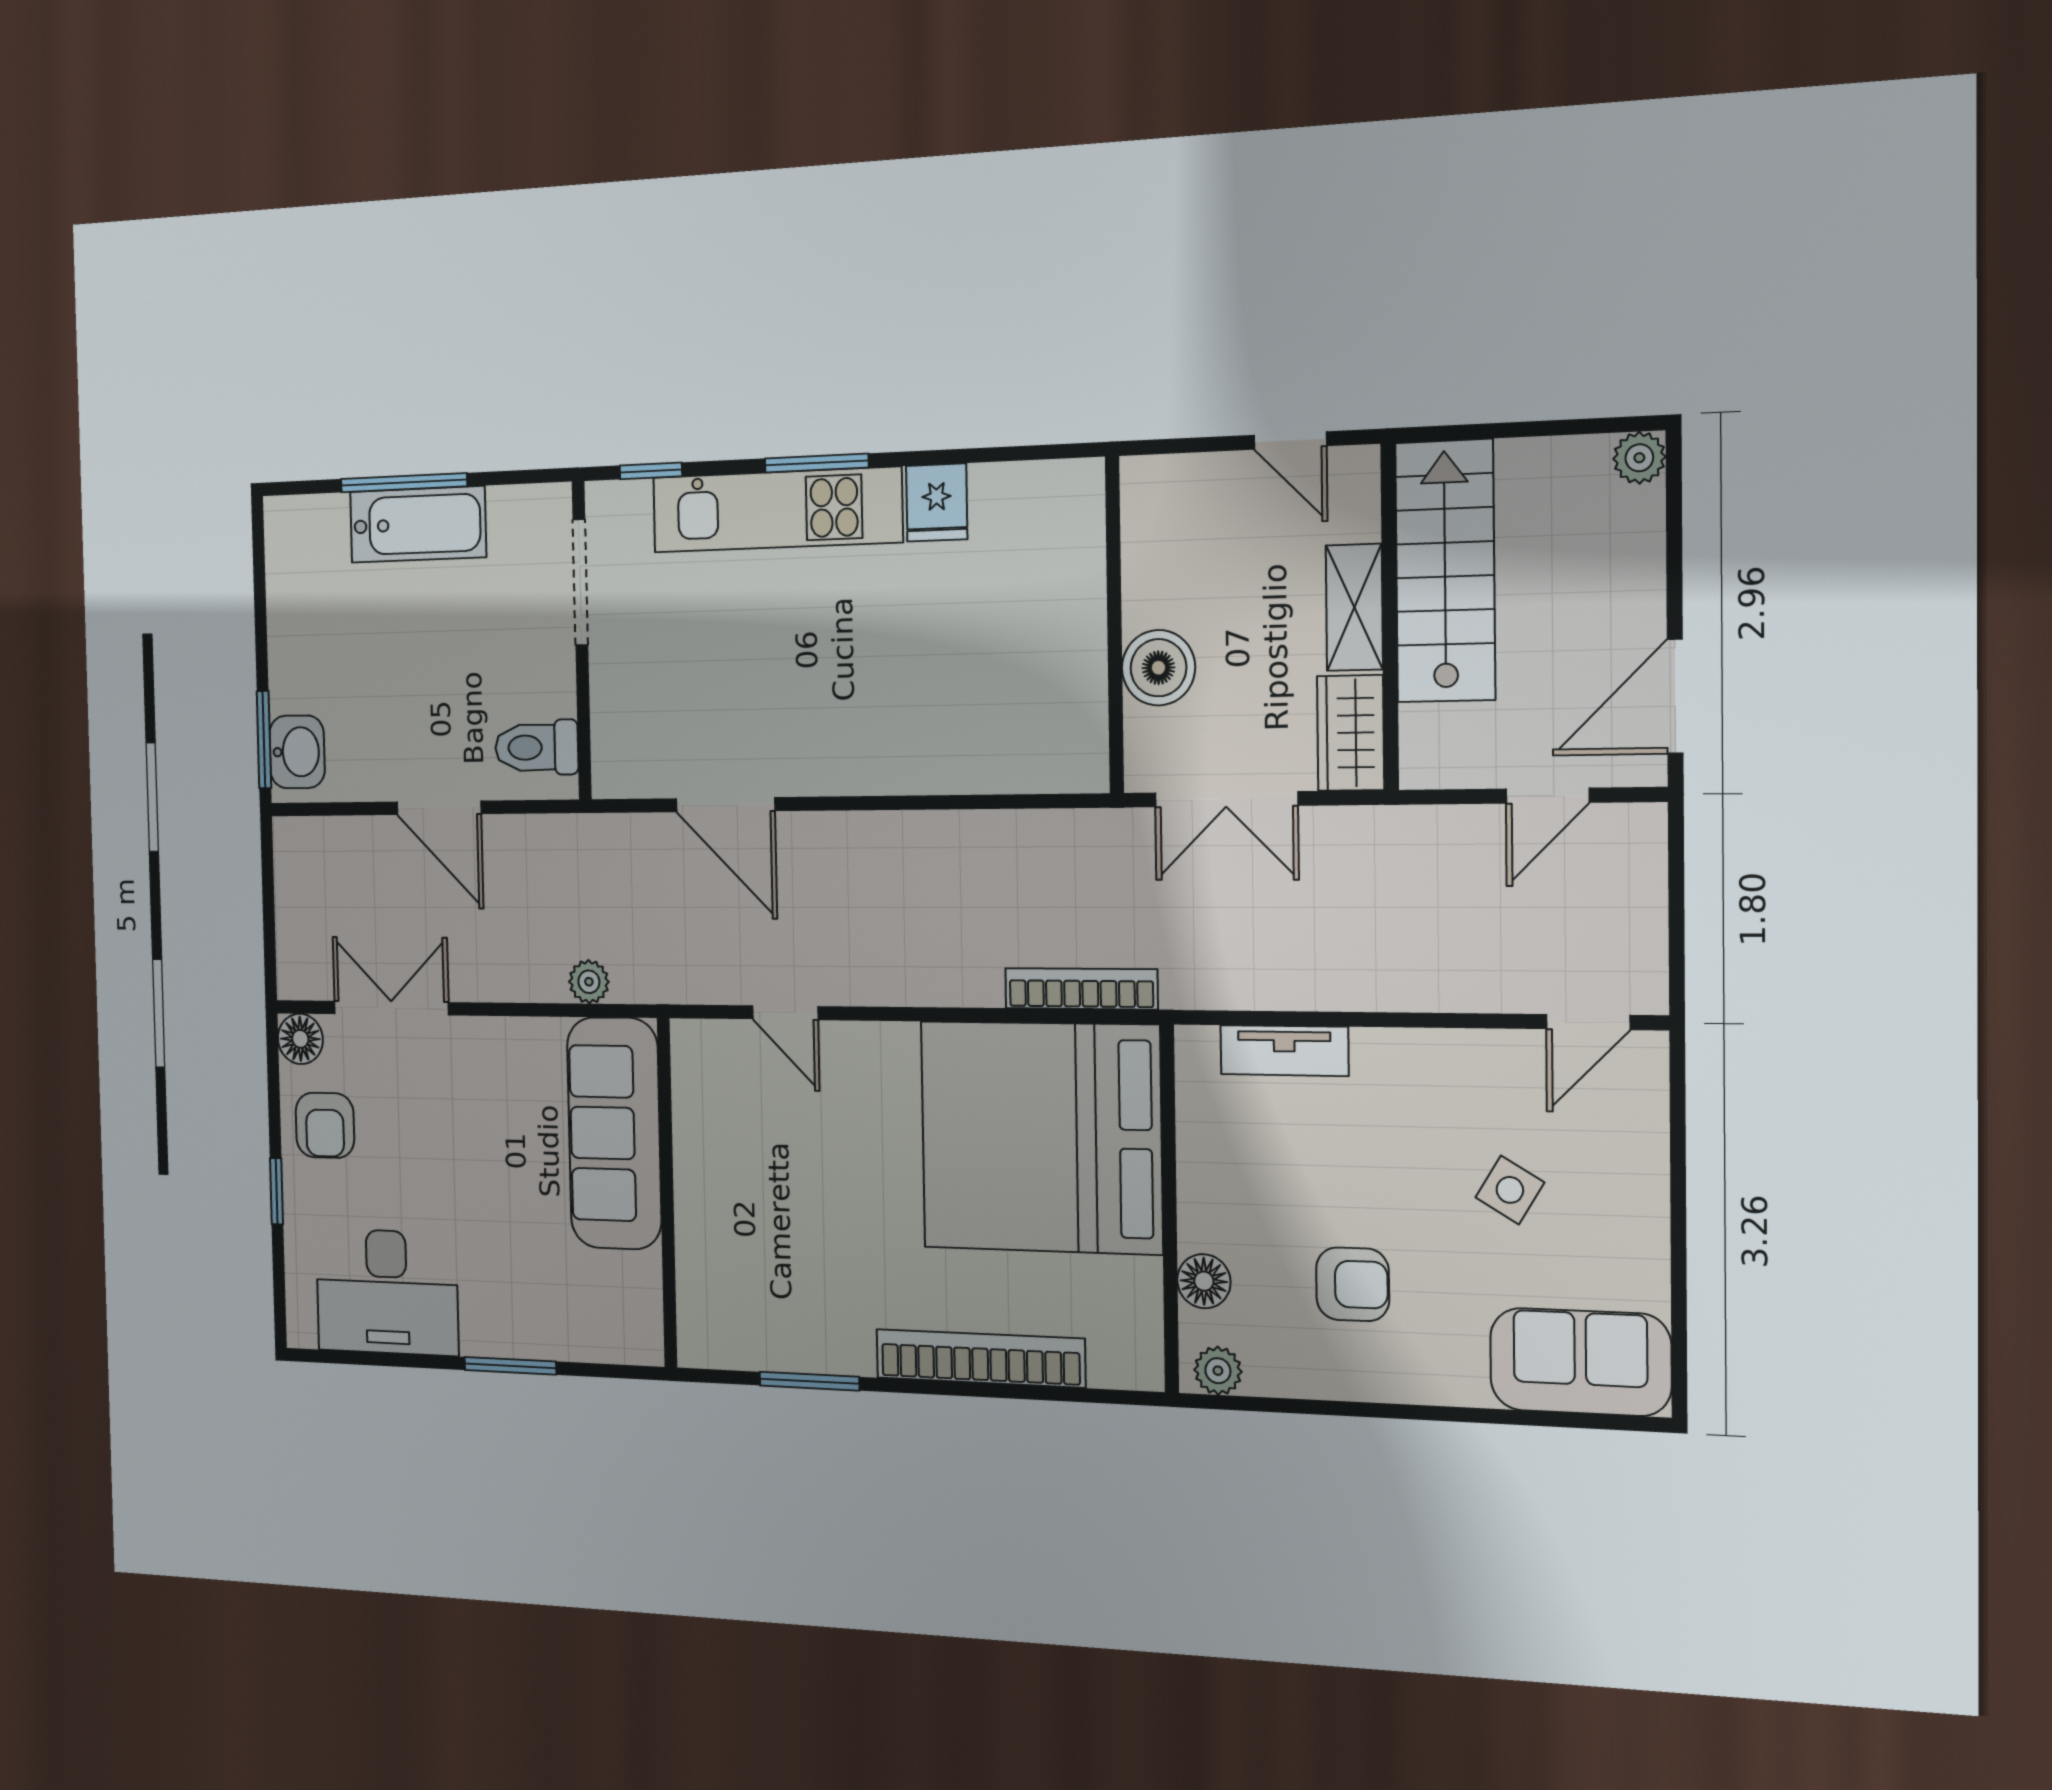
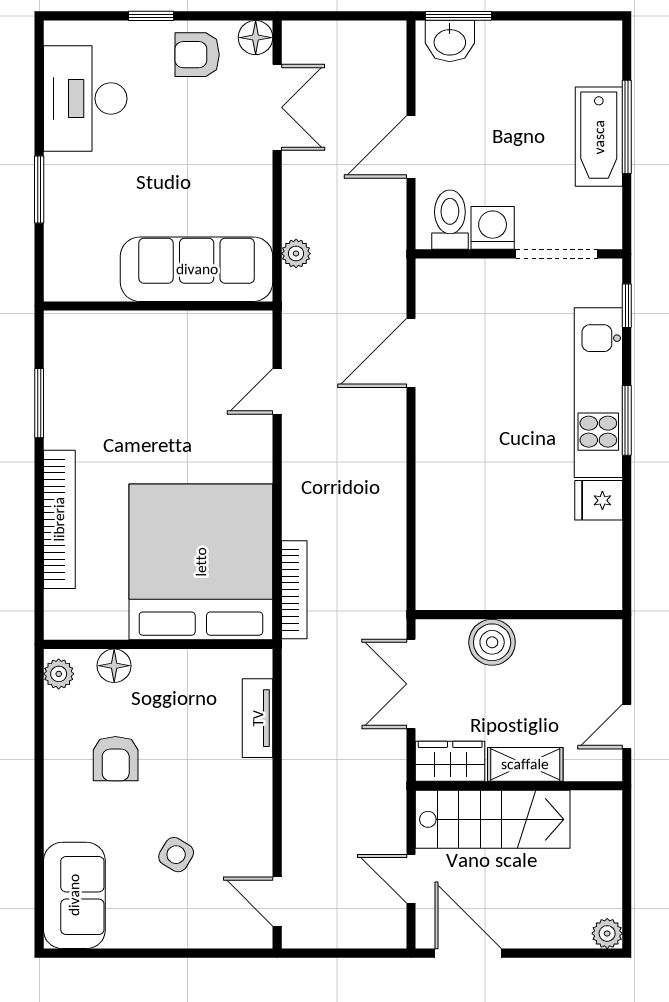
stairs: (1445, 571) -> (493, 819), moved
washing machine: (547, 682) -> (493, 228), added

